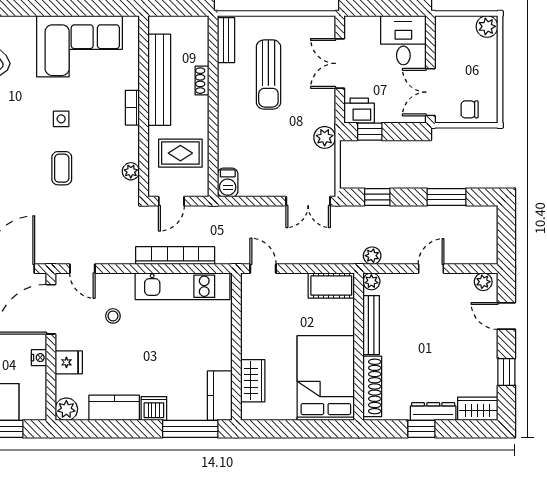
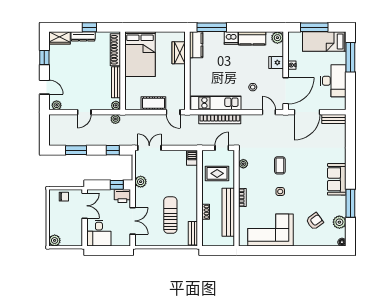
cot: (331, 285) -> (153, 103), moved

